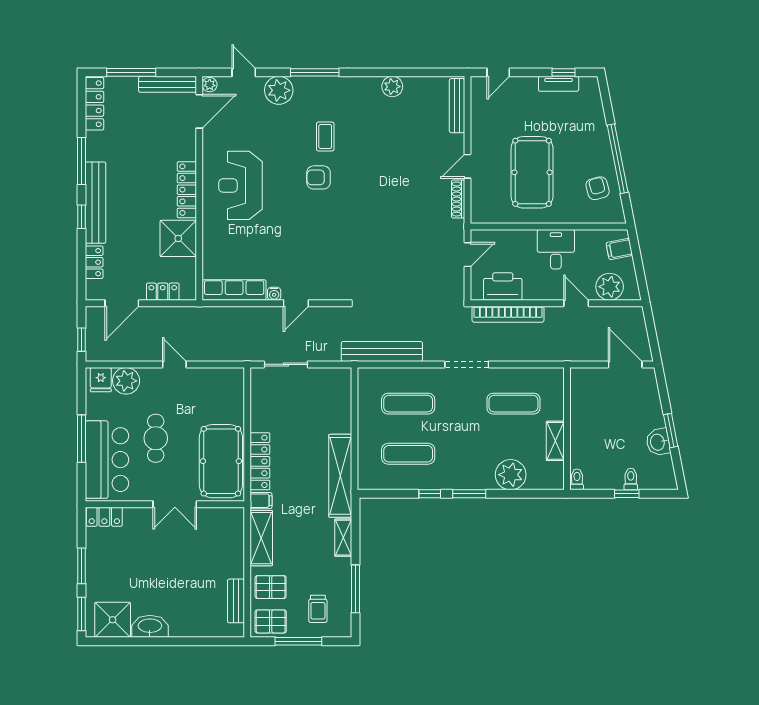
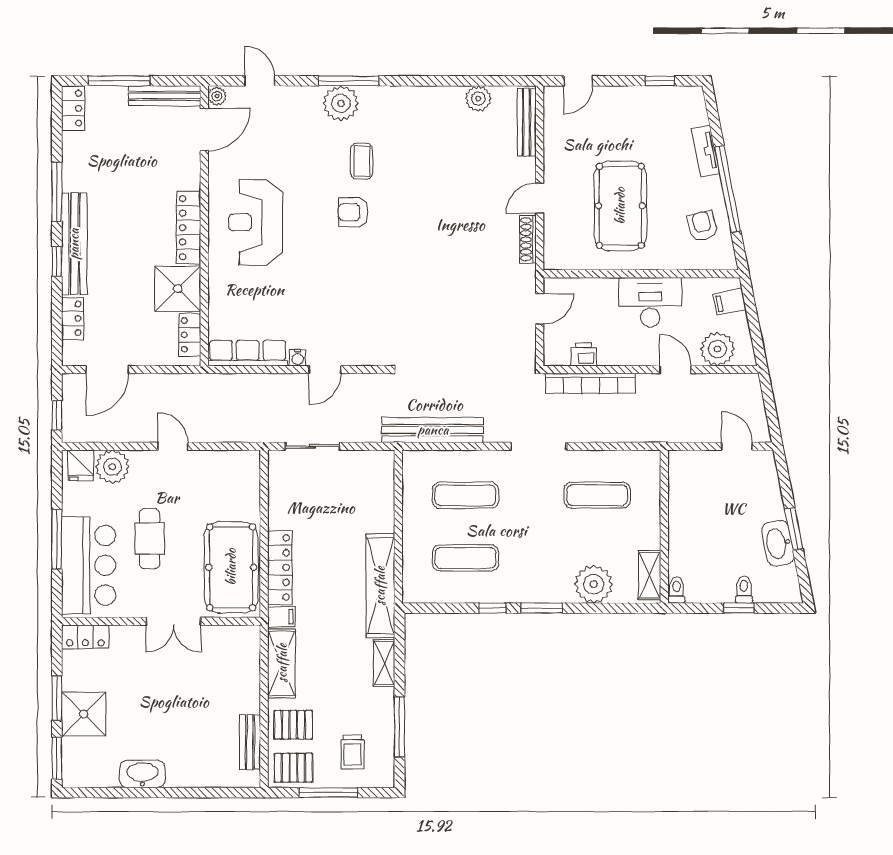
tv unit: (559, 84) -> (705, 151), moved, turned 79
plant: (392, 87) -> (478, 99), moved
plant: (279, 90) -> (341, 103), moved
locker: (94, 104) -> (73, 108), width x0.66
desk: (556, 249) -> (650, 302), width x1.37
printer: (503, 287) -> (584, 354), width x0.53, depth x0.68
locker: (163, 292) -> (190, 335), moved, turned -90
door: (625, 364) -> (737, 446), width x0.73
shelving: (555, 441) -> (650, 575), moved
washbasin: (658, 442) -> (778, 543), width x1.38
shower: (113, 620) -> (84, 714), moved

